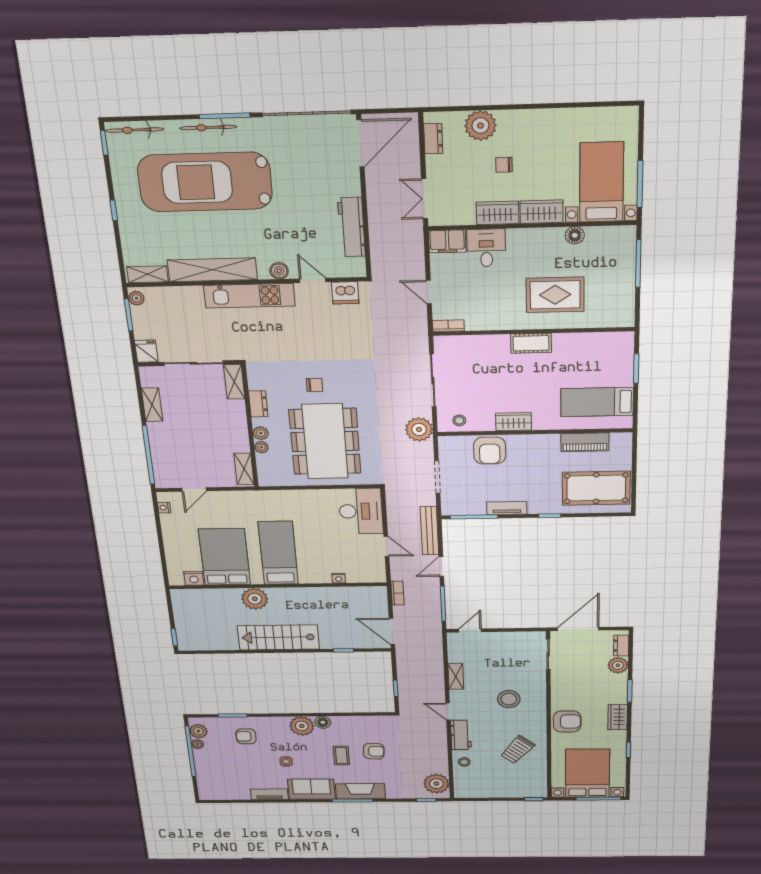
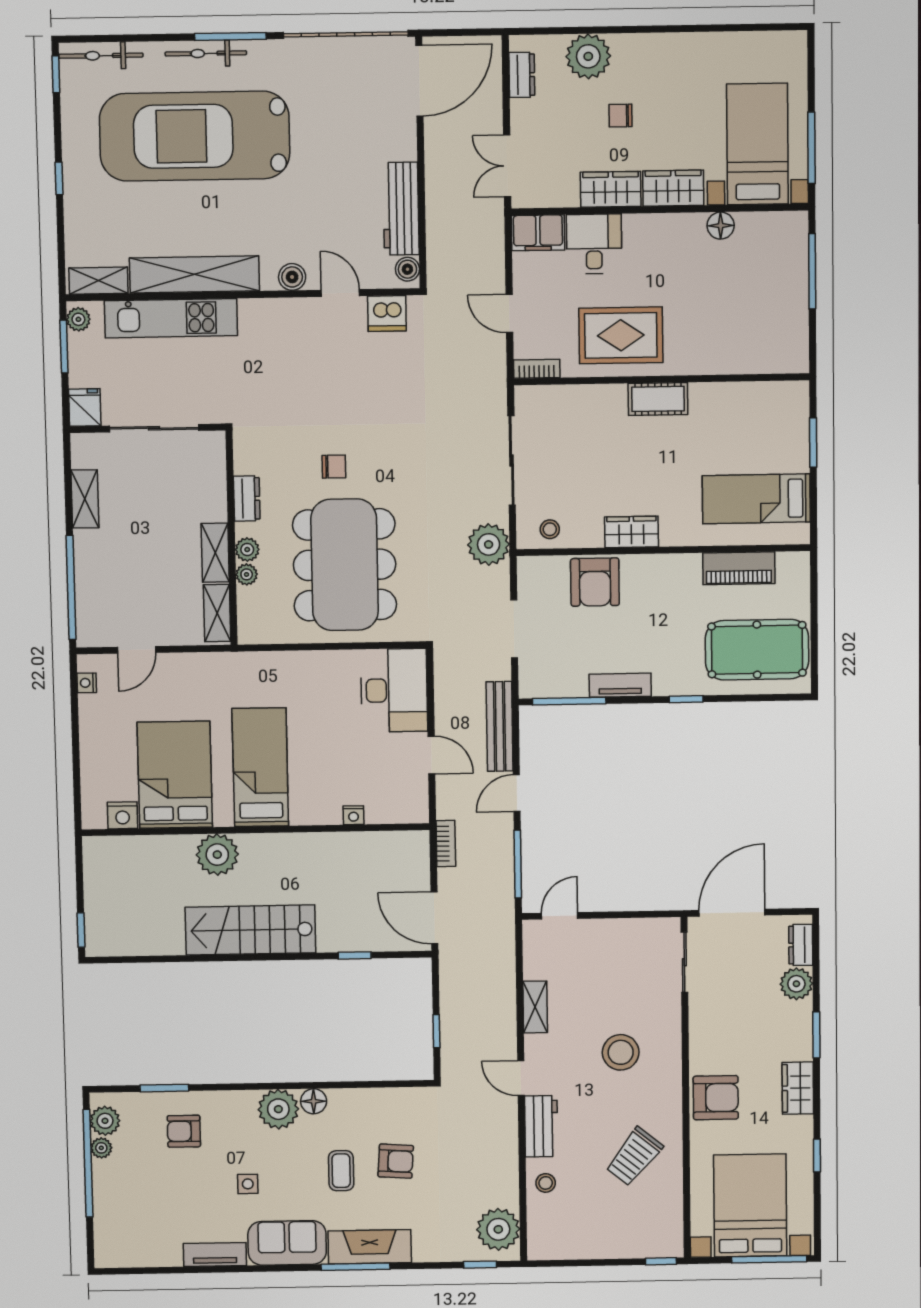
boiler: (358, 265) -> (407, 269), added
rug: (555, 295) -> (621, 335), moved
kitchen unit: (249, 296) -> (171, 318), moved
shelving: (234, 382) -> (215, 553), moved

